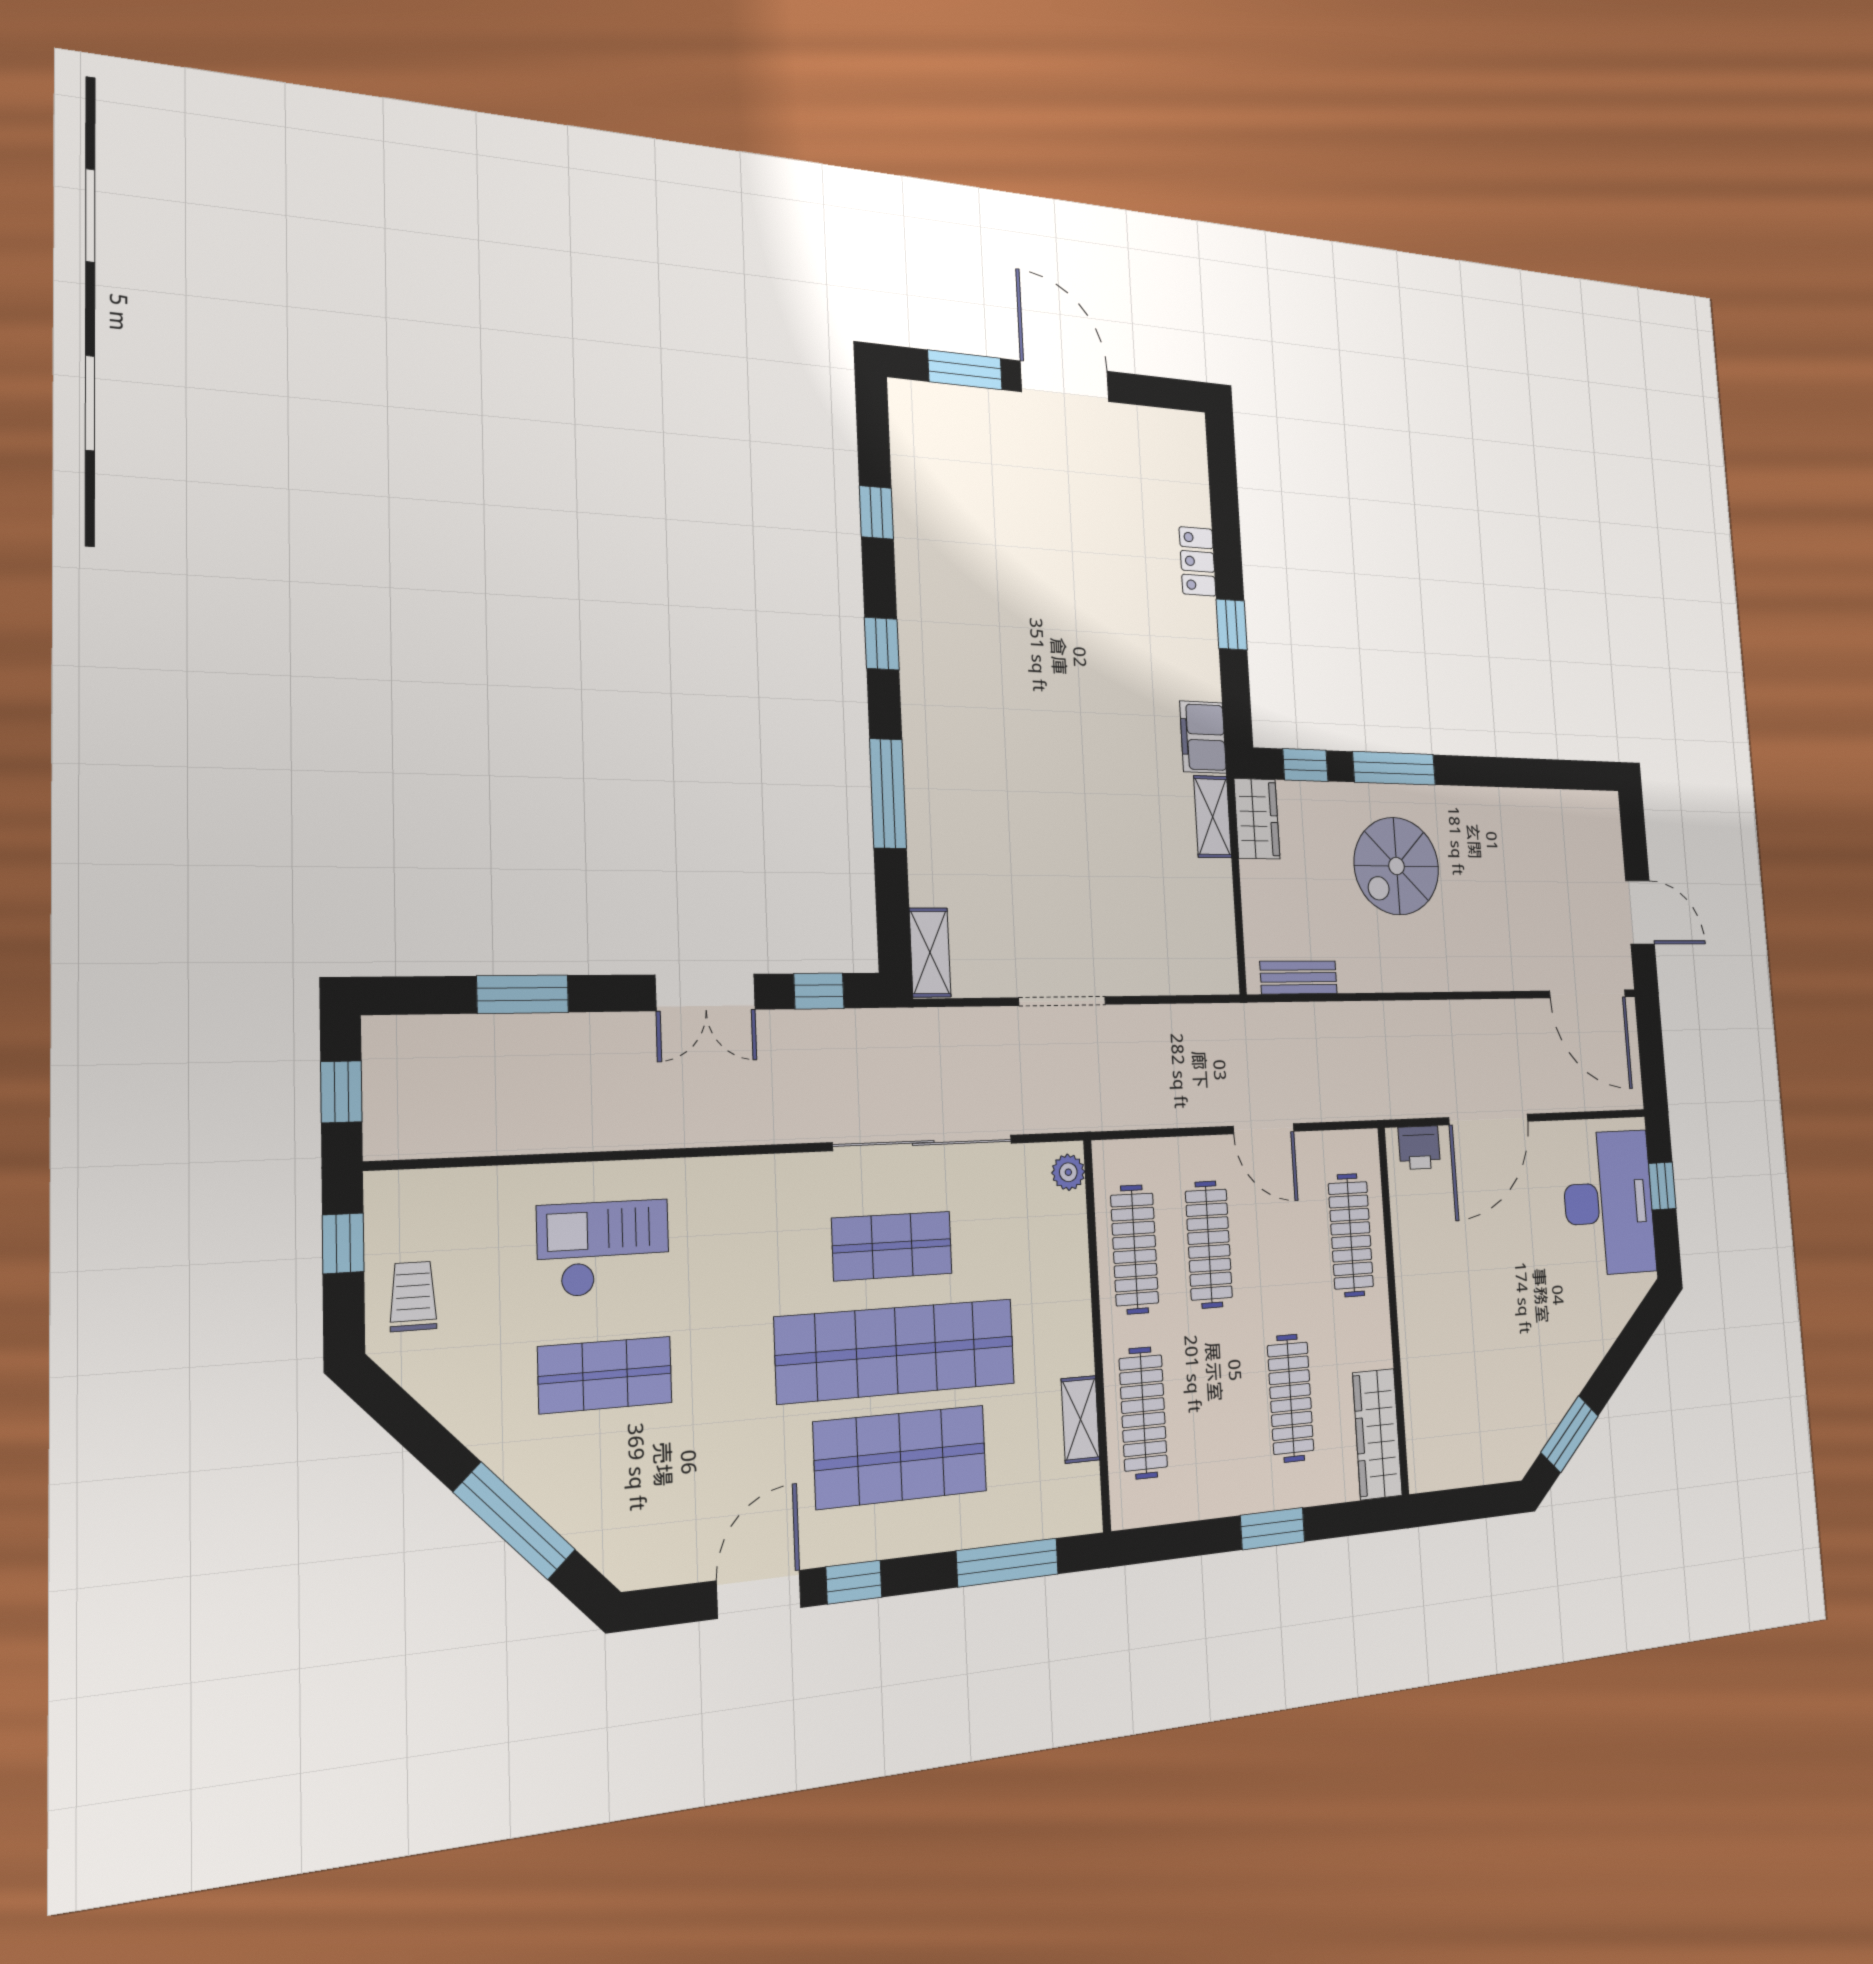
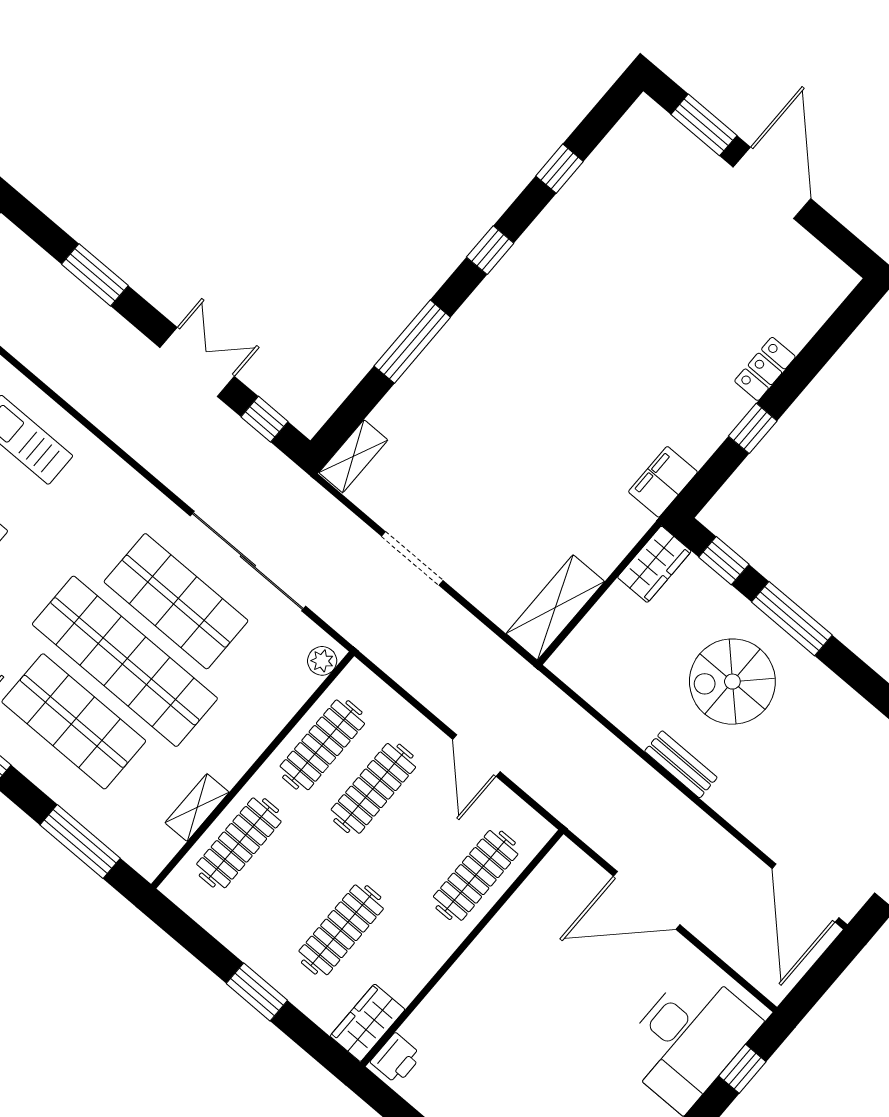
shelving: (1213, 817) -> (555, 607), moved, width x1.50, depth x1.33
bench: (1299, 977) -> (681, 764), moved
double door: (706, 992) -> (197, 362), swing flipped
printer: (1419, 1148) -> (396, 1059), moved, turned -90
shop shelf: (892, 1246) -> (176, 601), width x1.43, depth x1.36
wardrobe: (1377, 1434) -> (368, 1023), width x0.67

